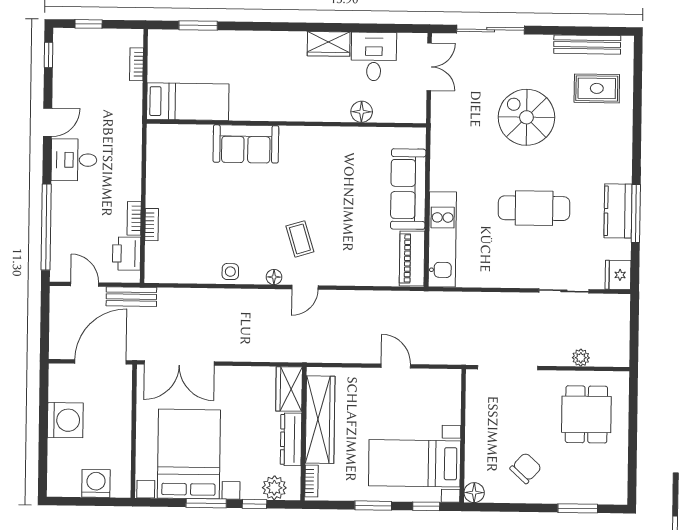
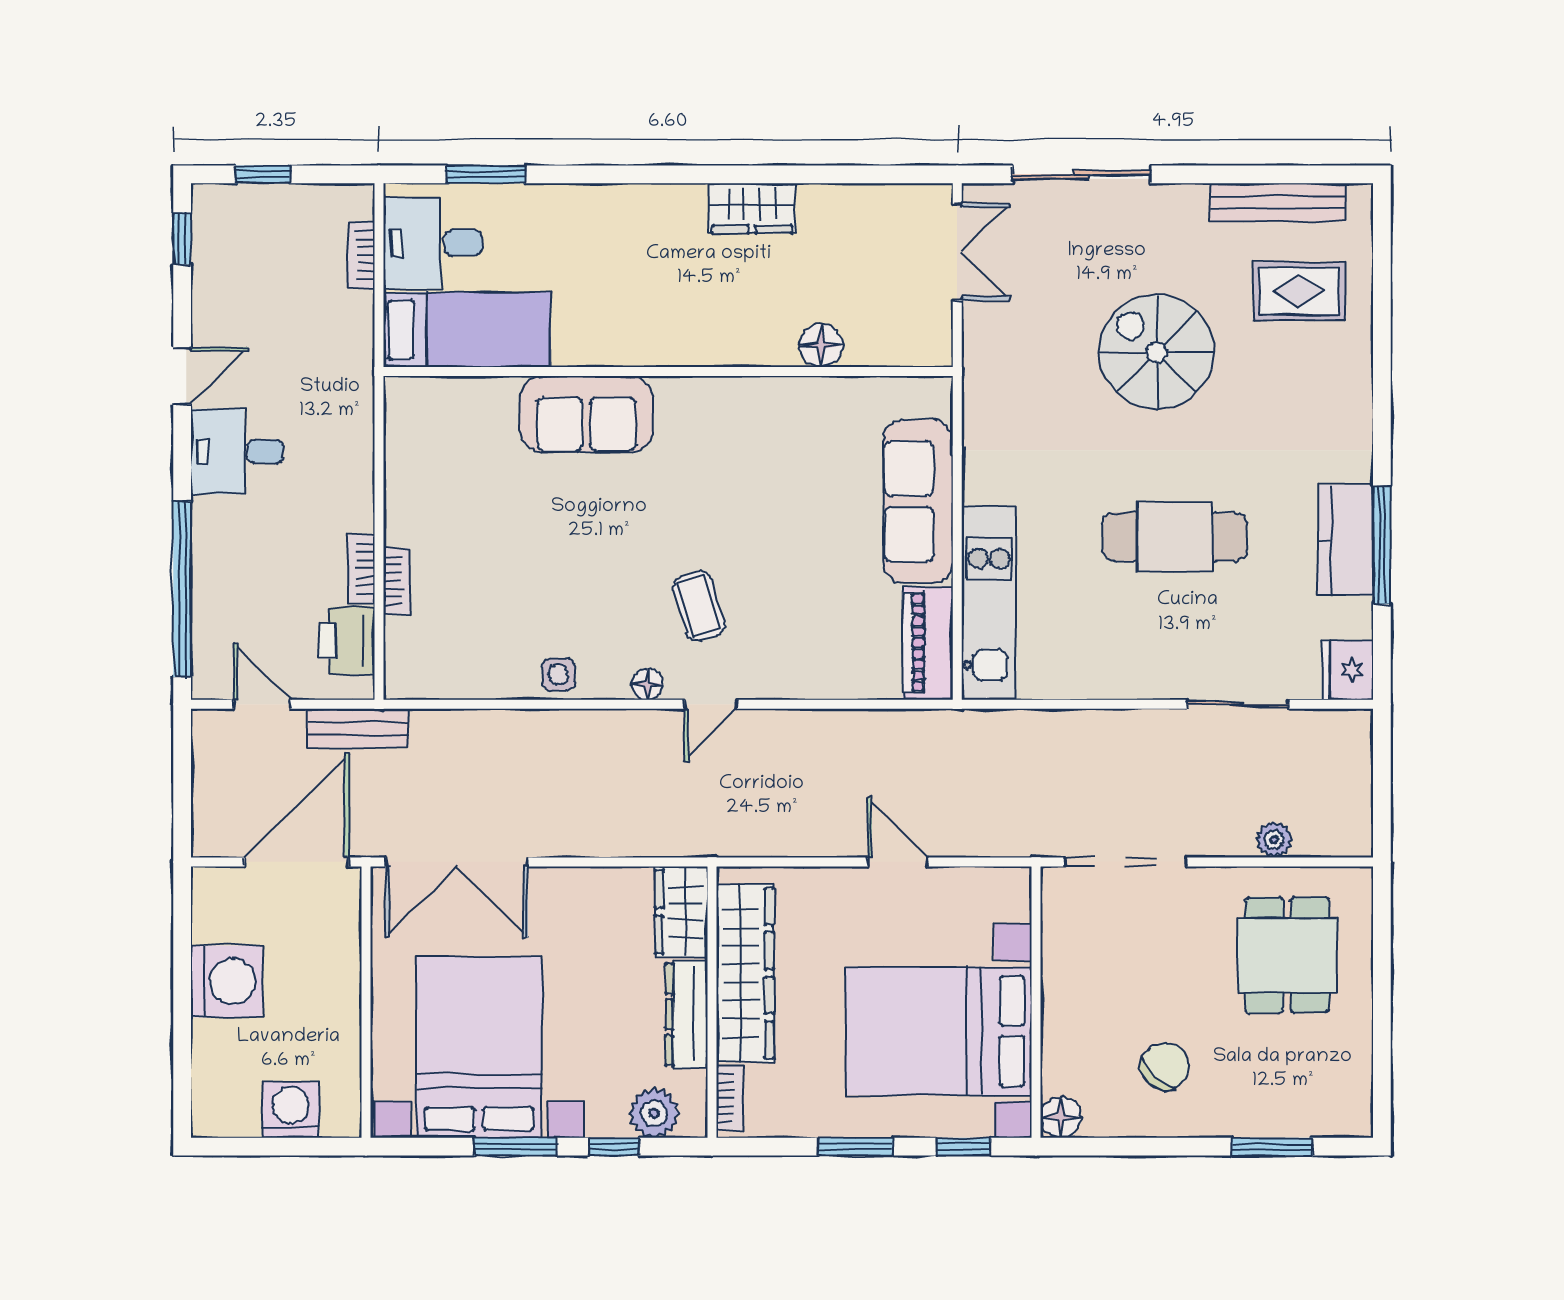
desk: (374, 56) -> (433, 243), moved, turned -90
bed with nightstands: (415, 463) -> (939, 1031), width x1.36

